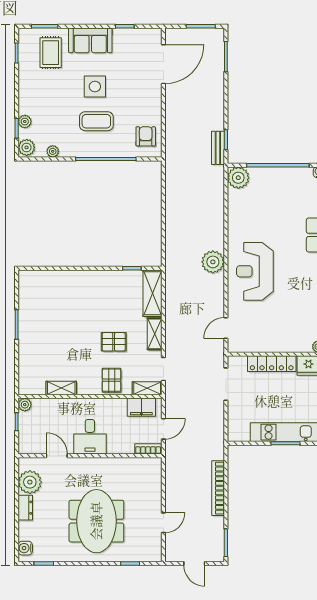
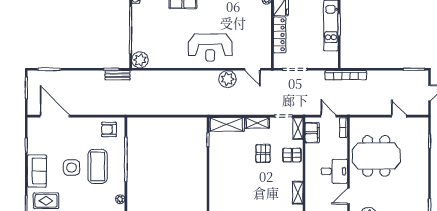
coffee table: (96, 121) -> (98, 166), width x1.36, depth x1.32
plant: (213, 262) -> (227, 79), moved
bookcase: (218, 488) -> (346, 75), moved
meeting table: (96, 521) -> (376, 156), moved

